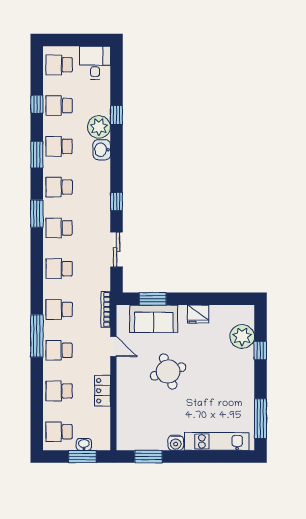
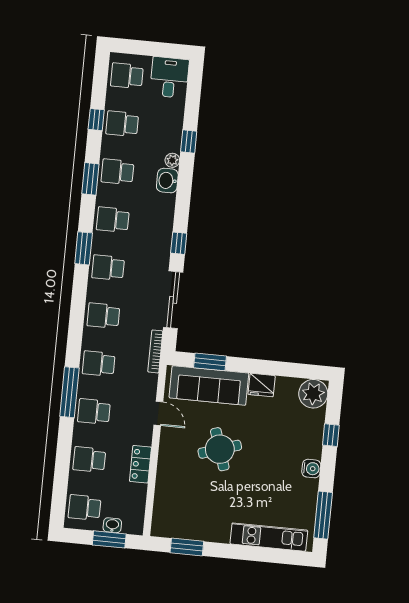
plant: (99, 127) -> (172, 160), width x0.53, depth x0.53
sliding door: (116, 250) -> (173, 300), width x1.37
bookcase: (106, 309) -> (155, 351), moved
sofa: (154, 319) -> (209, 385), width x1.36
plant: (242, 337) -> (313, 394), moved
water cooler: (176, 443) -> (311, 469), moved, turned -90

